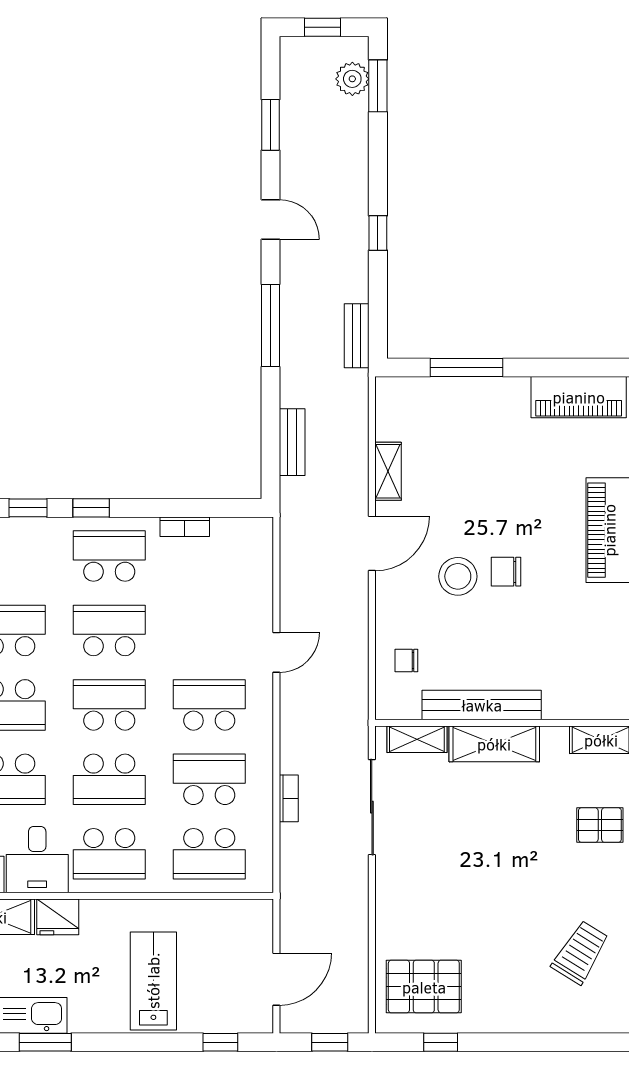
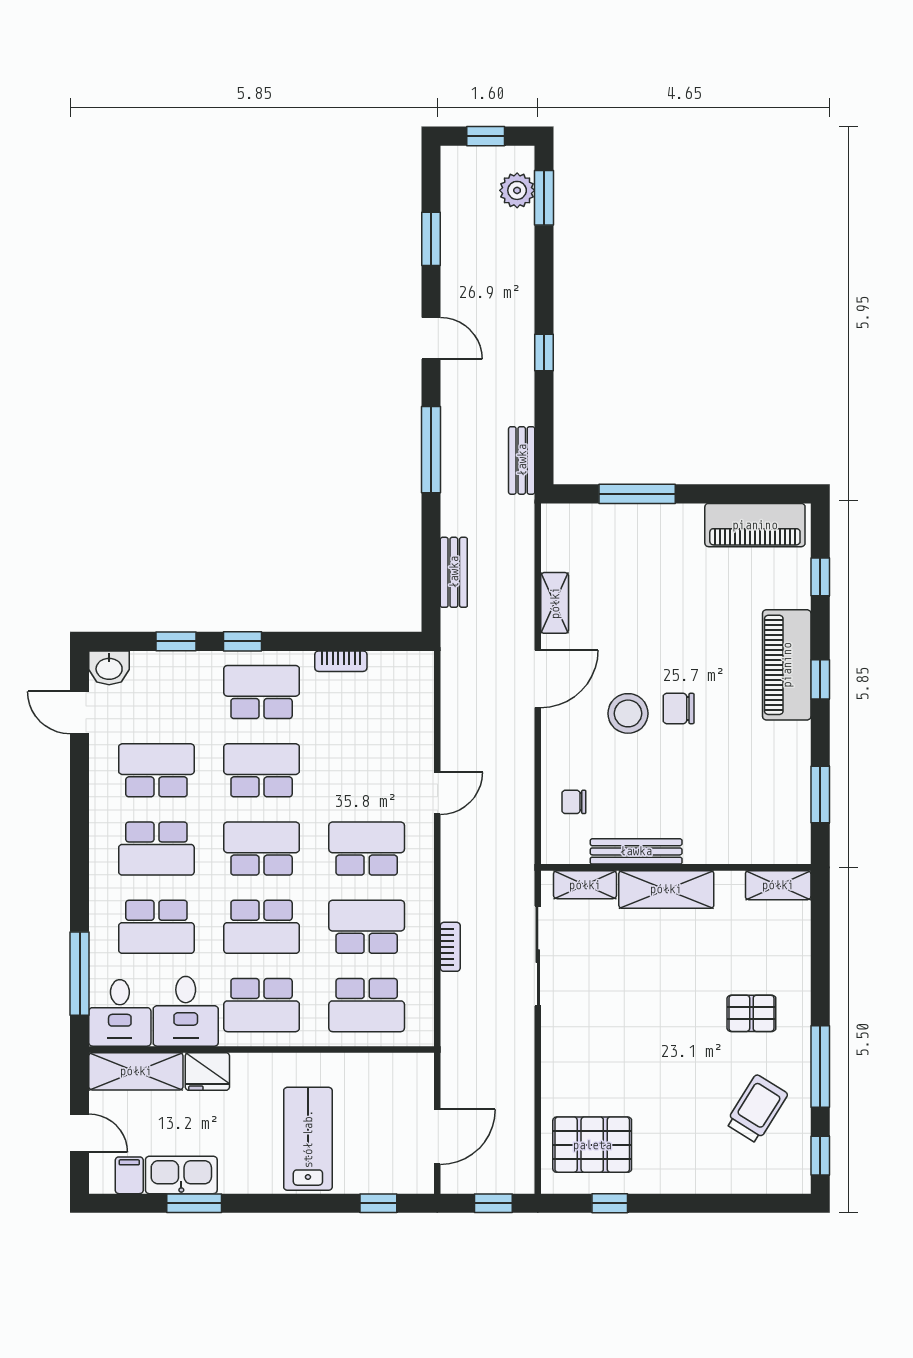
bench: (482, 705) -> (636, 851), width x0.73, depth x0.82
pallet: (600, 825) -> (751, 1013), moved

